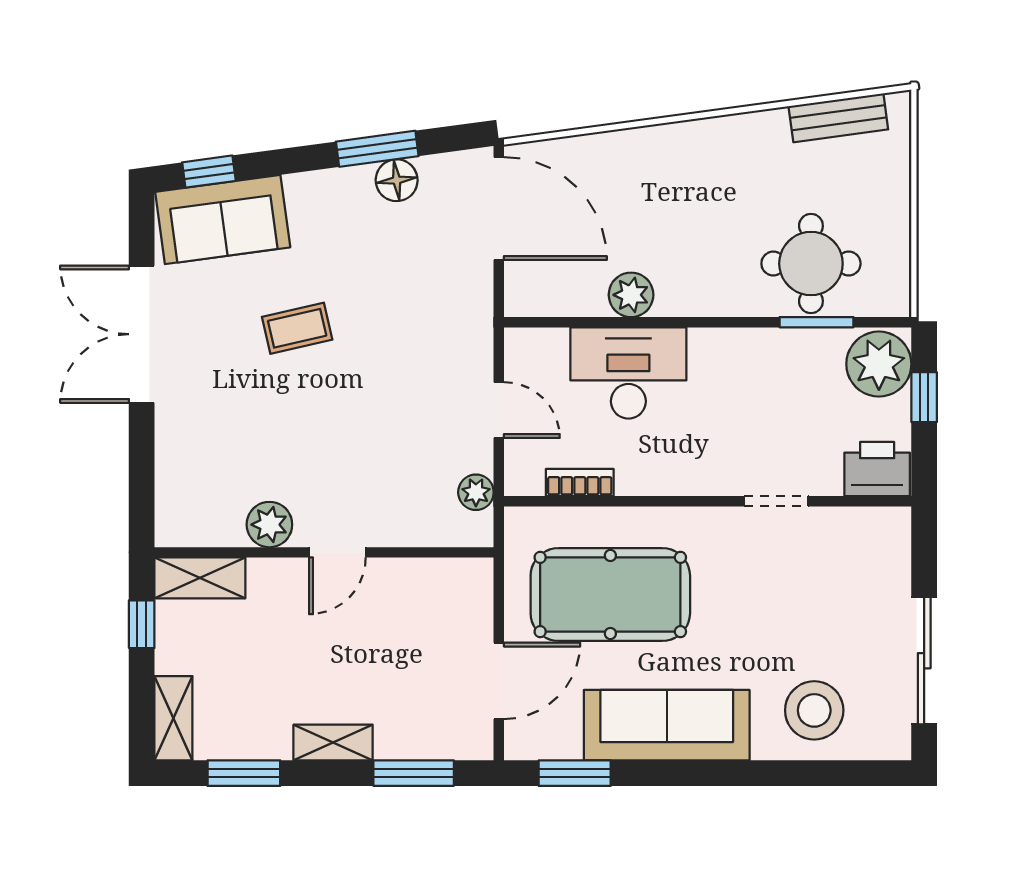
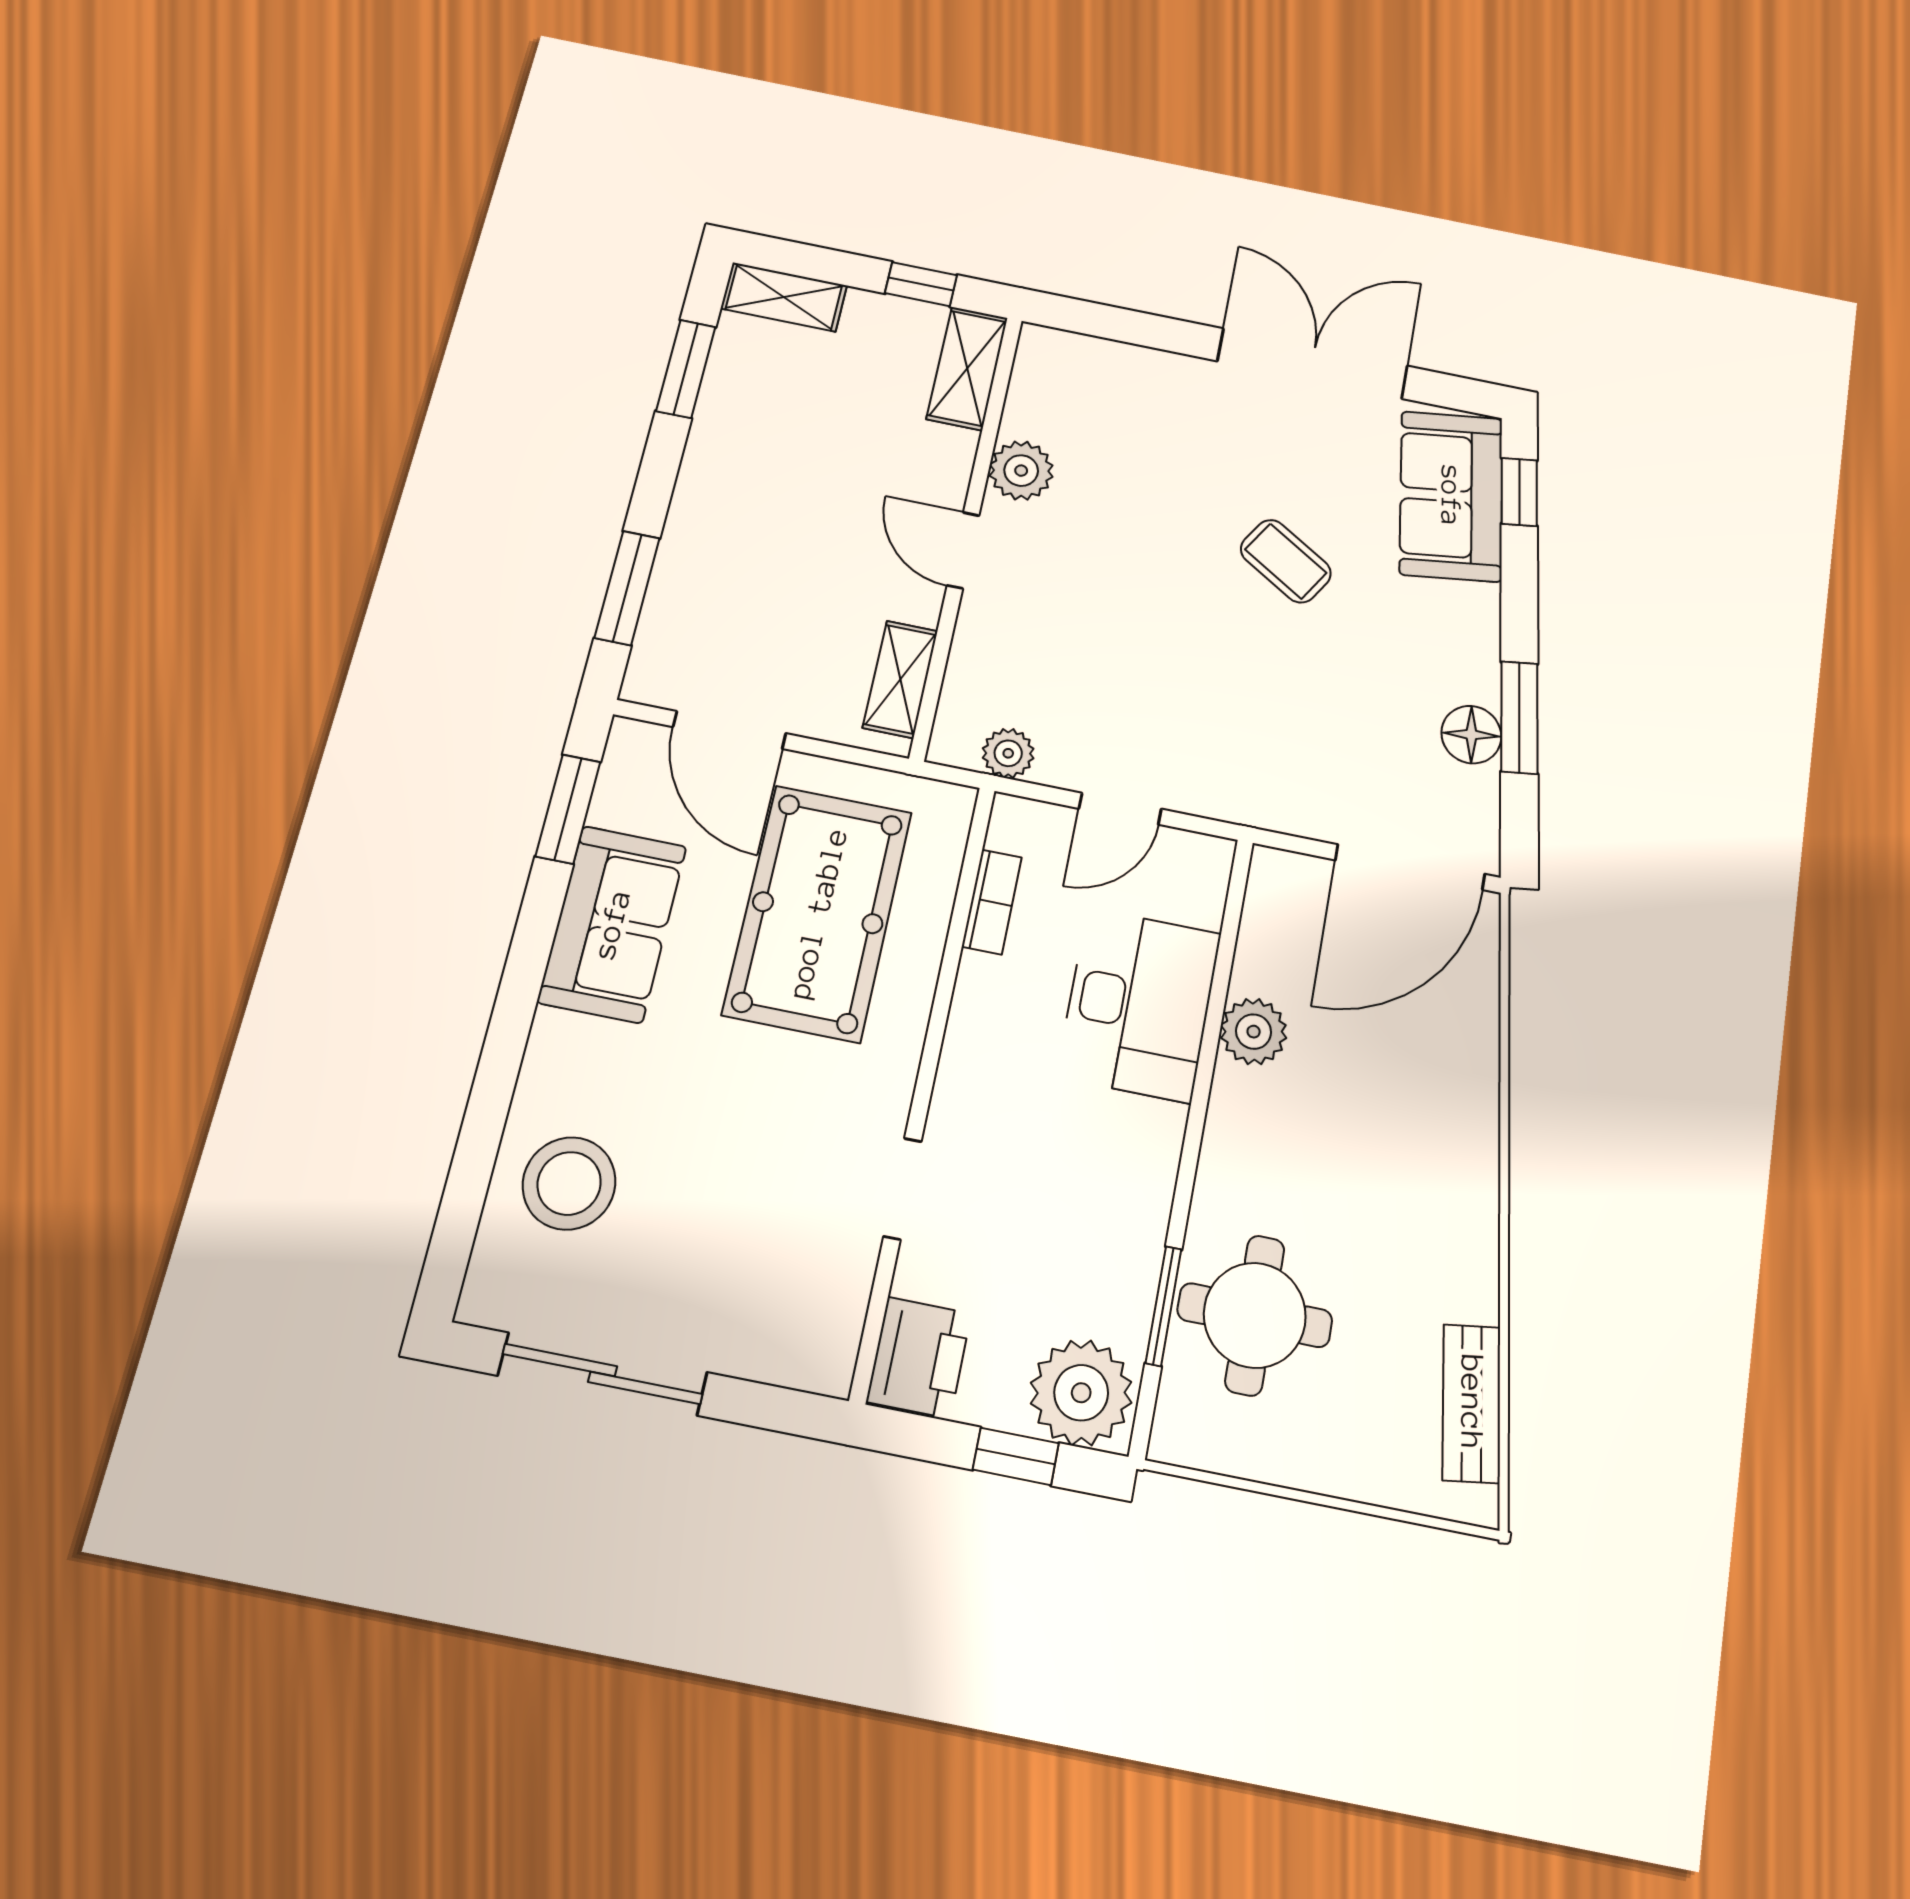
coffee table: (297, 328) -> (1286, 561), turned -45
sofa: (667, 725) -> (612, 924), width x0.73
shelving: (333, 742) -> (900, 679), moved

